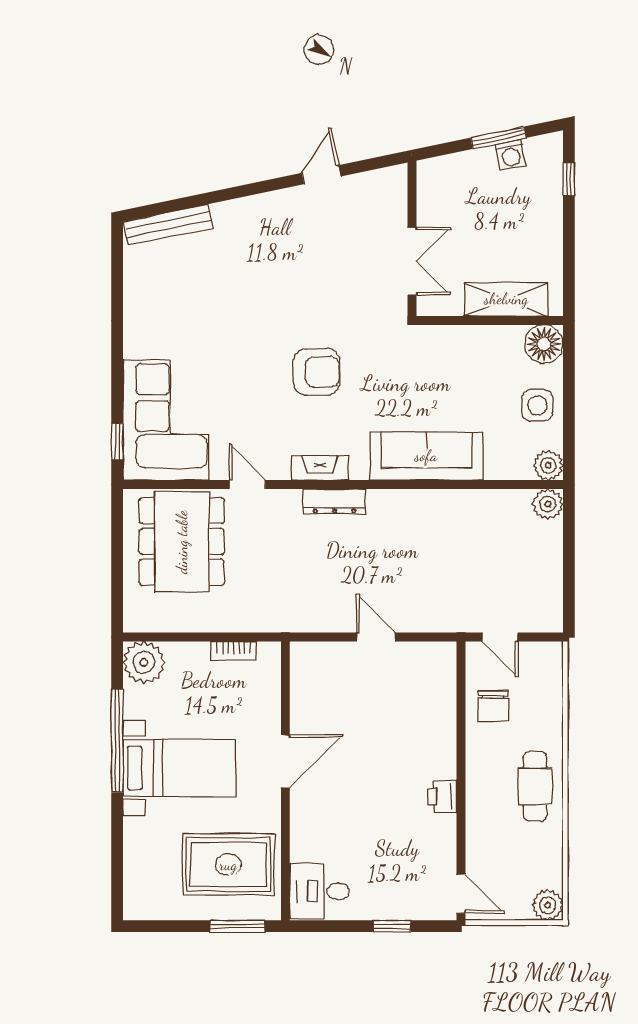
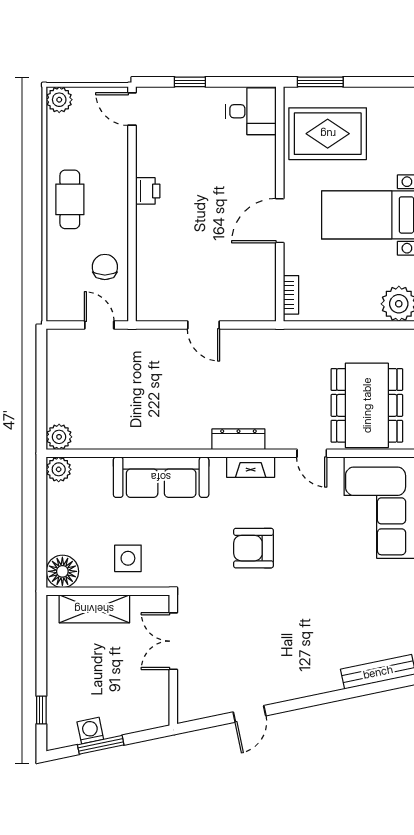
side table: (537, 405) -> (128, 558), moved
bookcase: (234, 651) -> (291, 295), moved, turned 90

